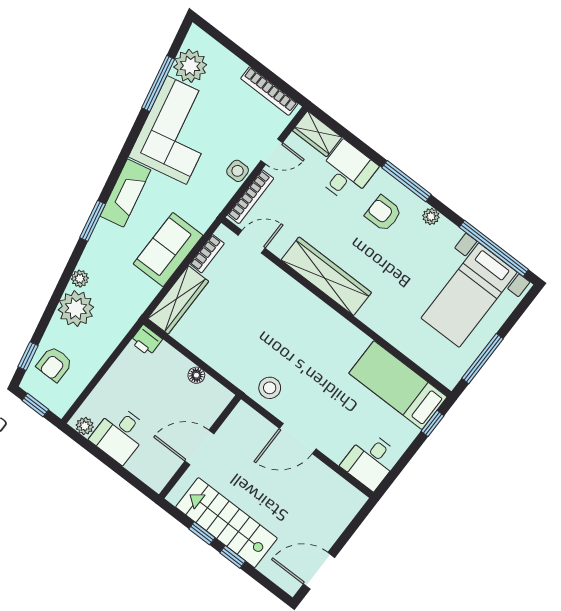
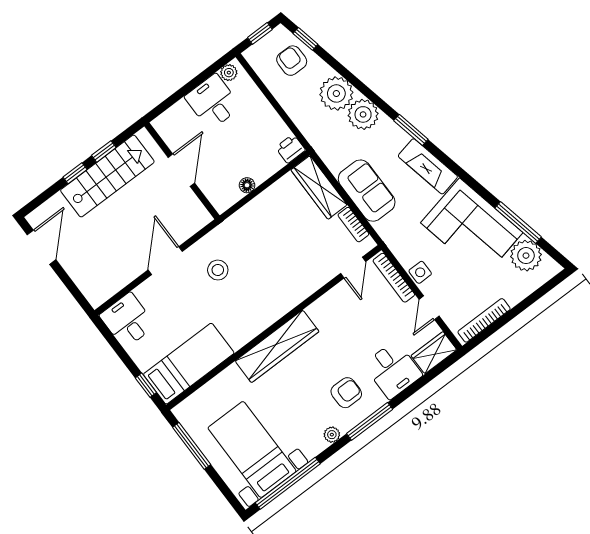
wardrobe: (326, 276) -> (277, 346), moved
plant: (80, 279) -> (363, 114), width x1.88, depth x1.88
stool: (270, 388) -> (218, 270), moved

